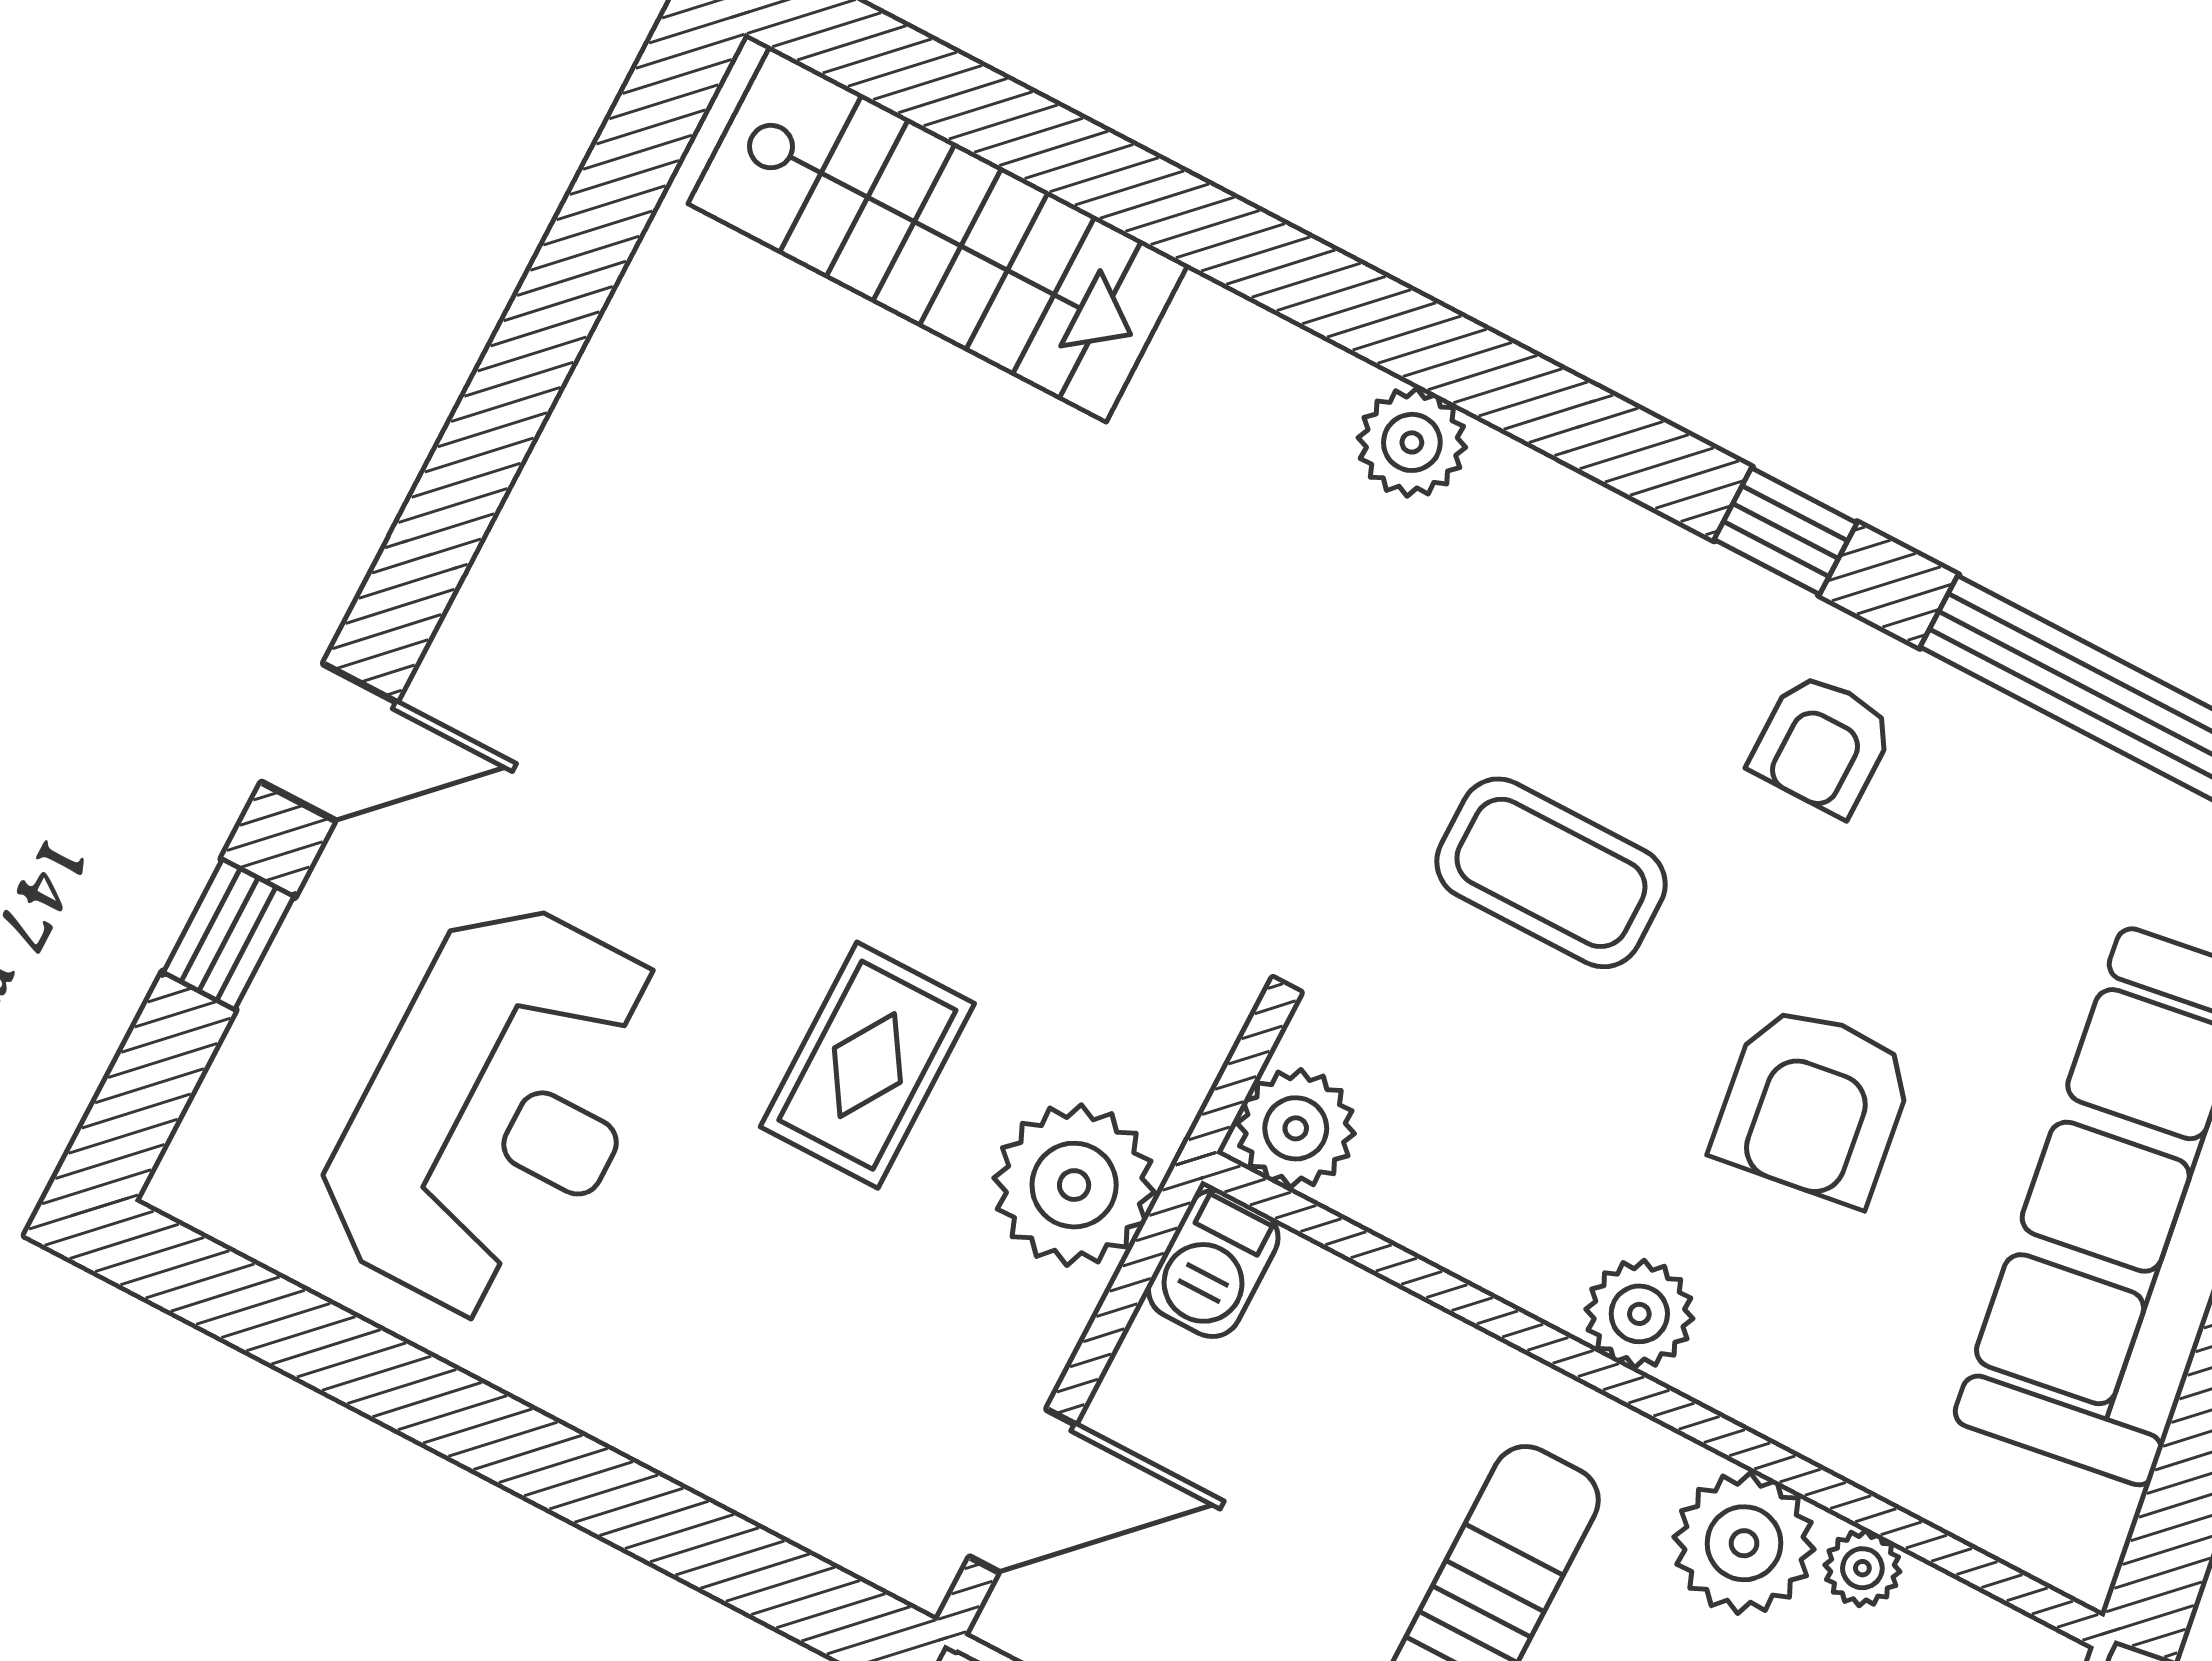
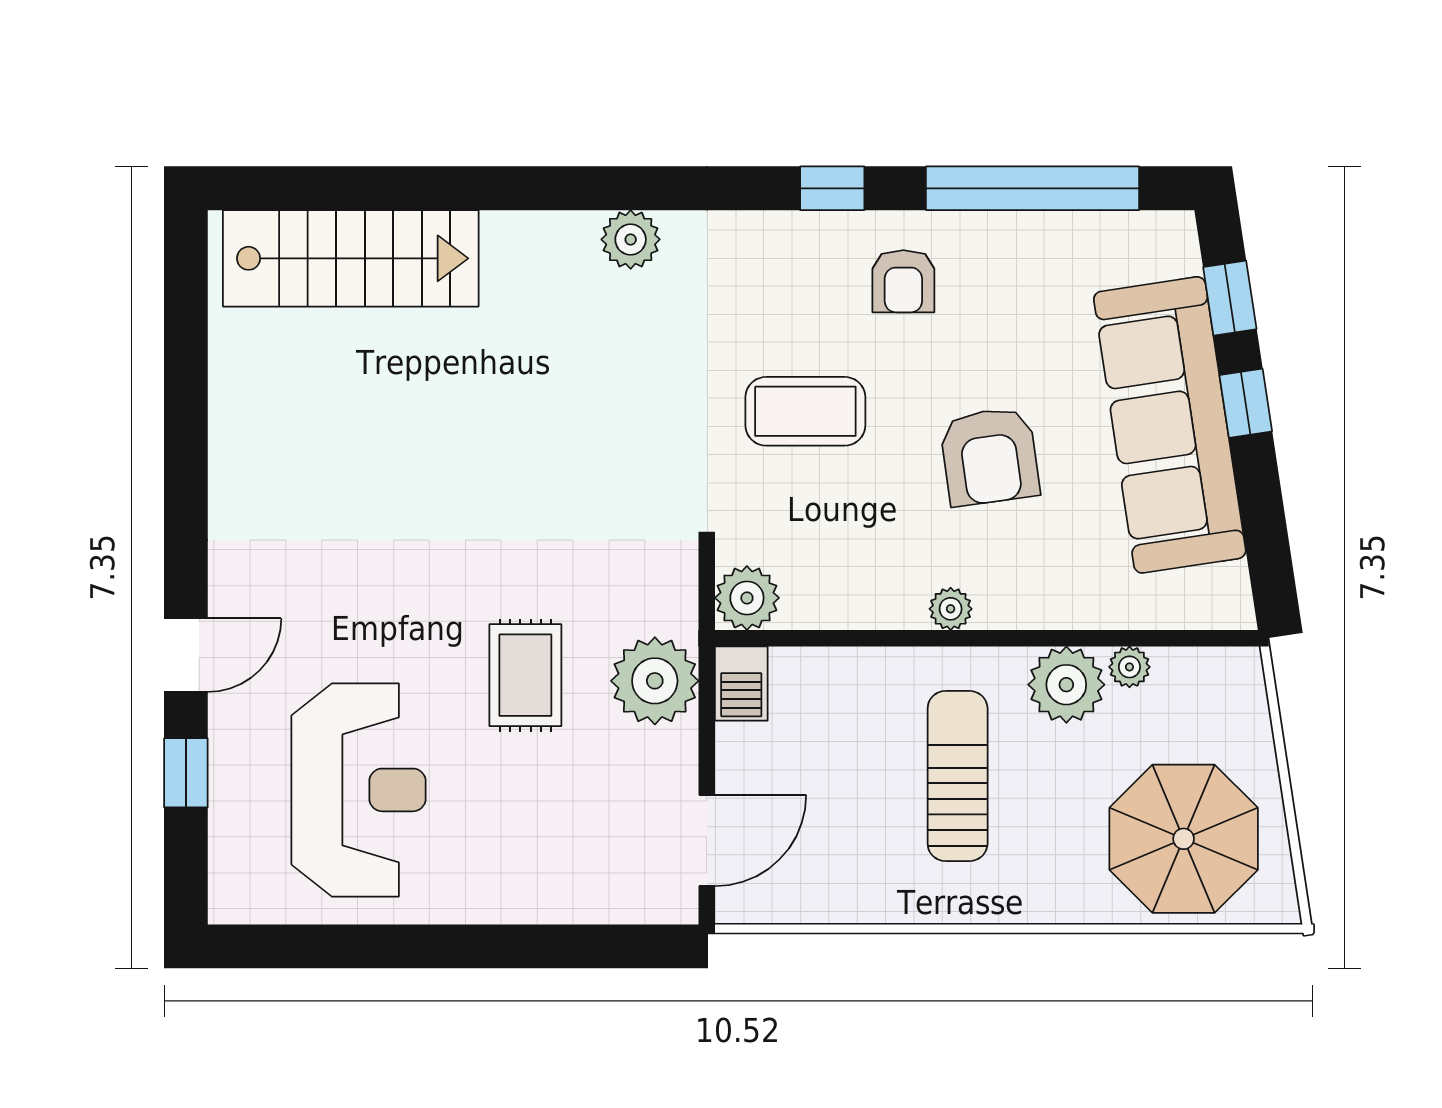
plant: (1639, 1314) -> (951, 609), width x0.73, depth x0.73

